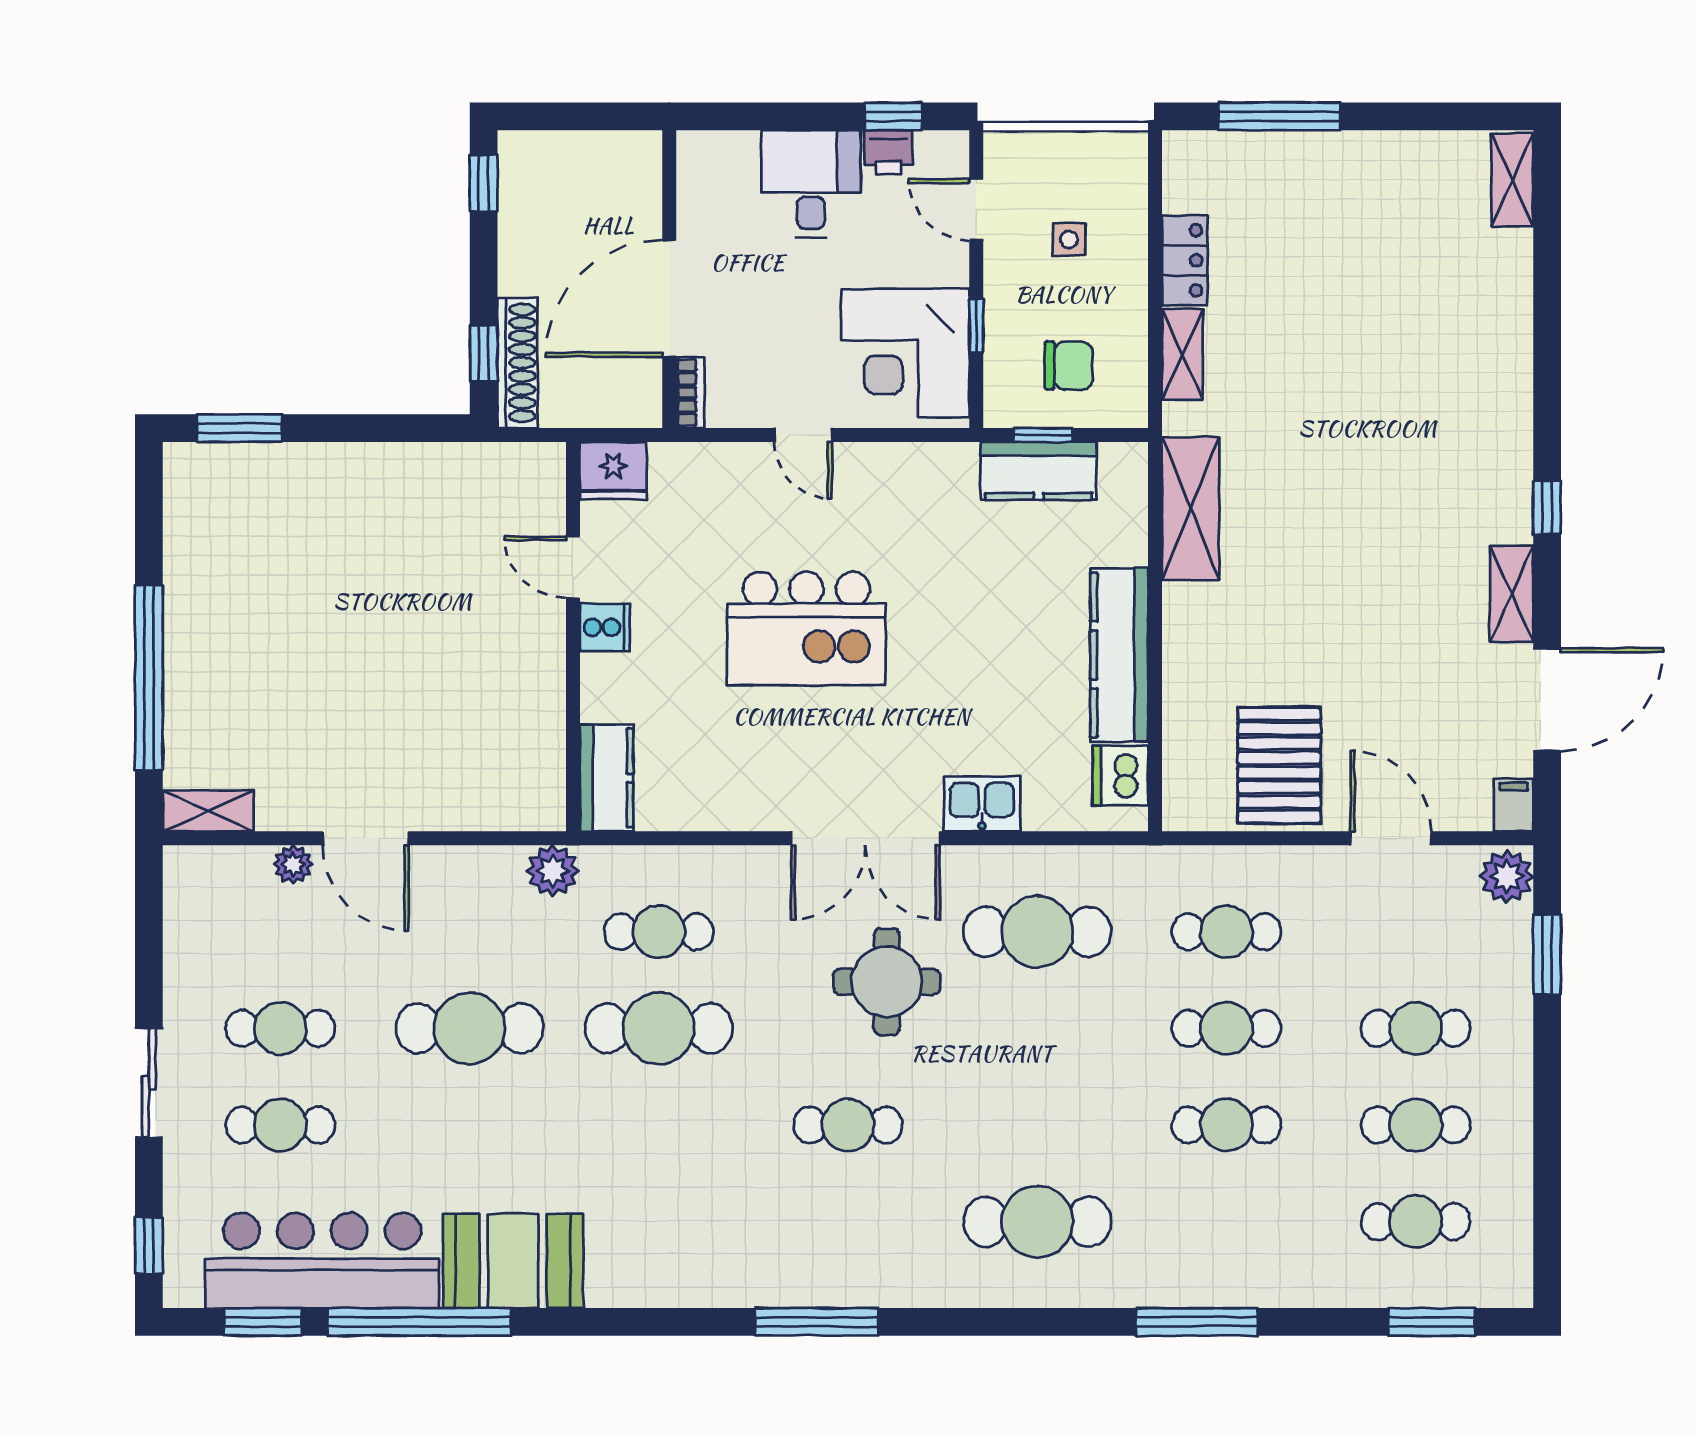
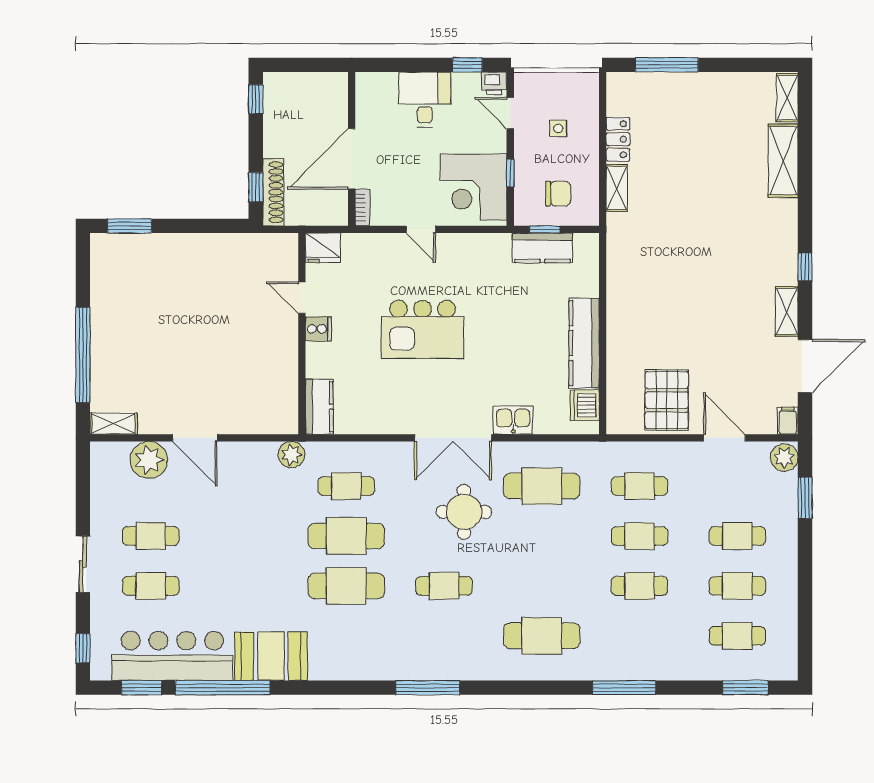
printer: (888, 152) -> (494, 83), moved
shelving: (1191, 509) -> (783, 161), moved
plant: (293, 864) -> (149, 460), width x1.88, depth x1.88
cafe table: (469, 1028) -> (346, 586), moved

